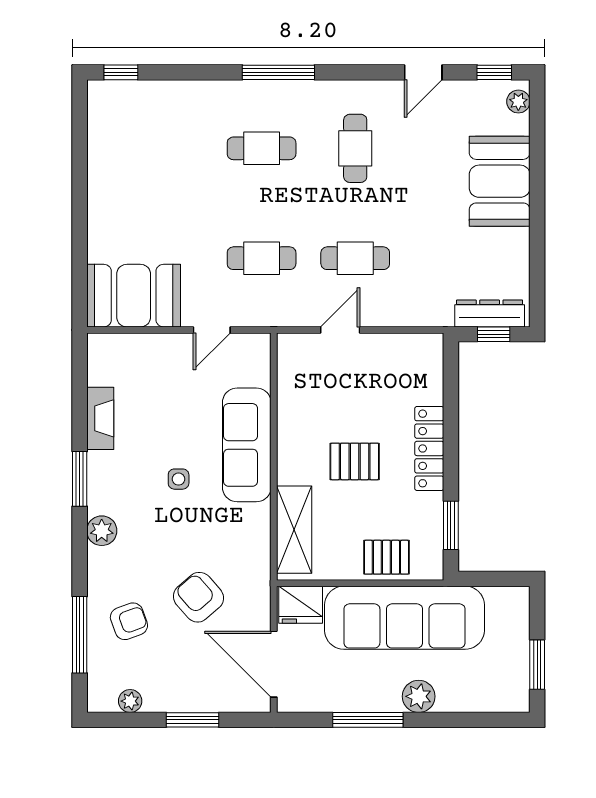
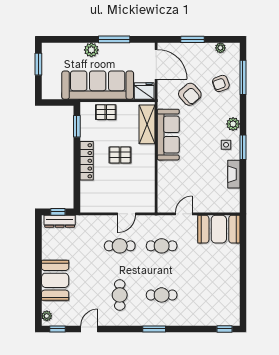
window: (278, 72) -> (154, 329), width x0.69
sofa: (247, 445) -> (168, 135), moved
side table: (179, 479) -> (226, 145), moved

